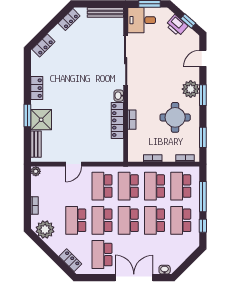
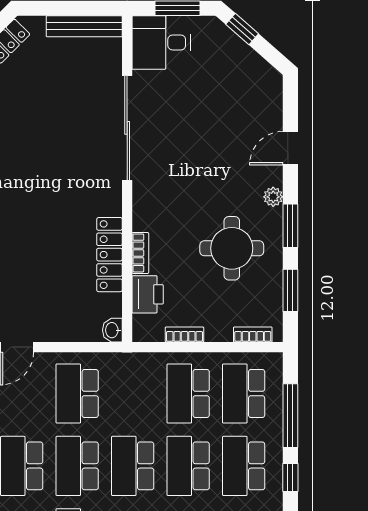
window: (188, 21) -> (242, 29), moved
printer: (177, 25) -> (148, 294), moved, turned -131
door: (203, 58) -> (290, 148), moved
plant: (191, 89) -> (273, 197), width x0.53, depth x0.53
window: (203, 95) -> (290, 226), moved
washbasin: (119, 96) -> (112, 330), moved
school desk: (128, 186) -> (133, 393), removed

